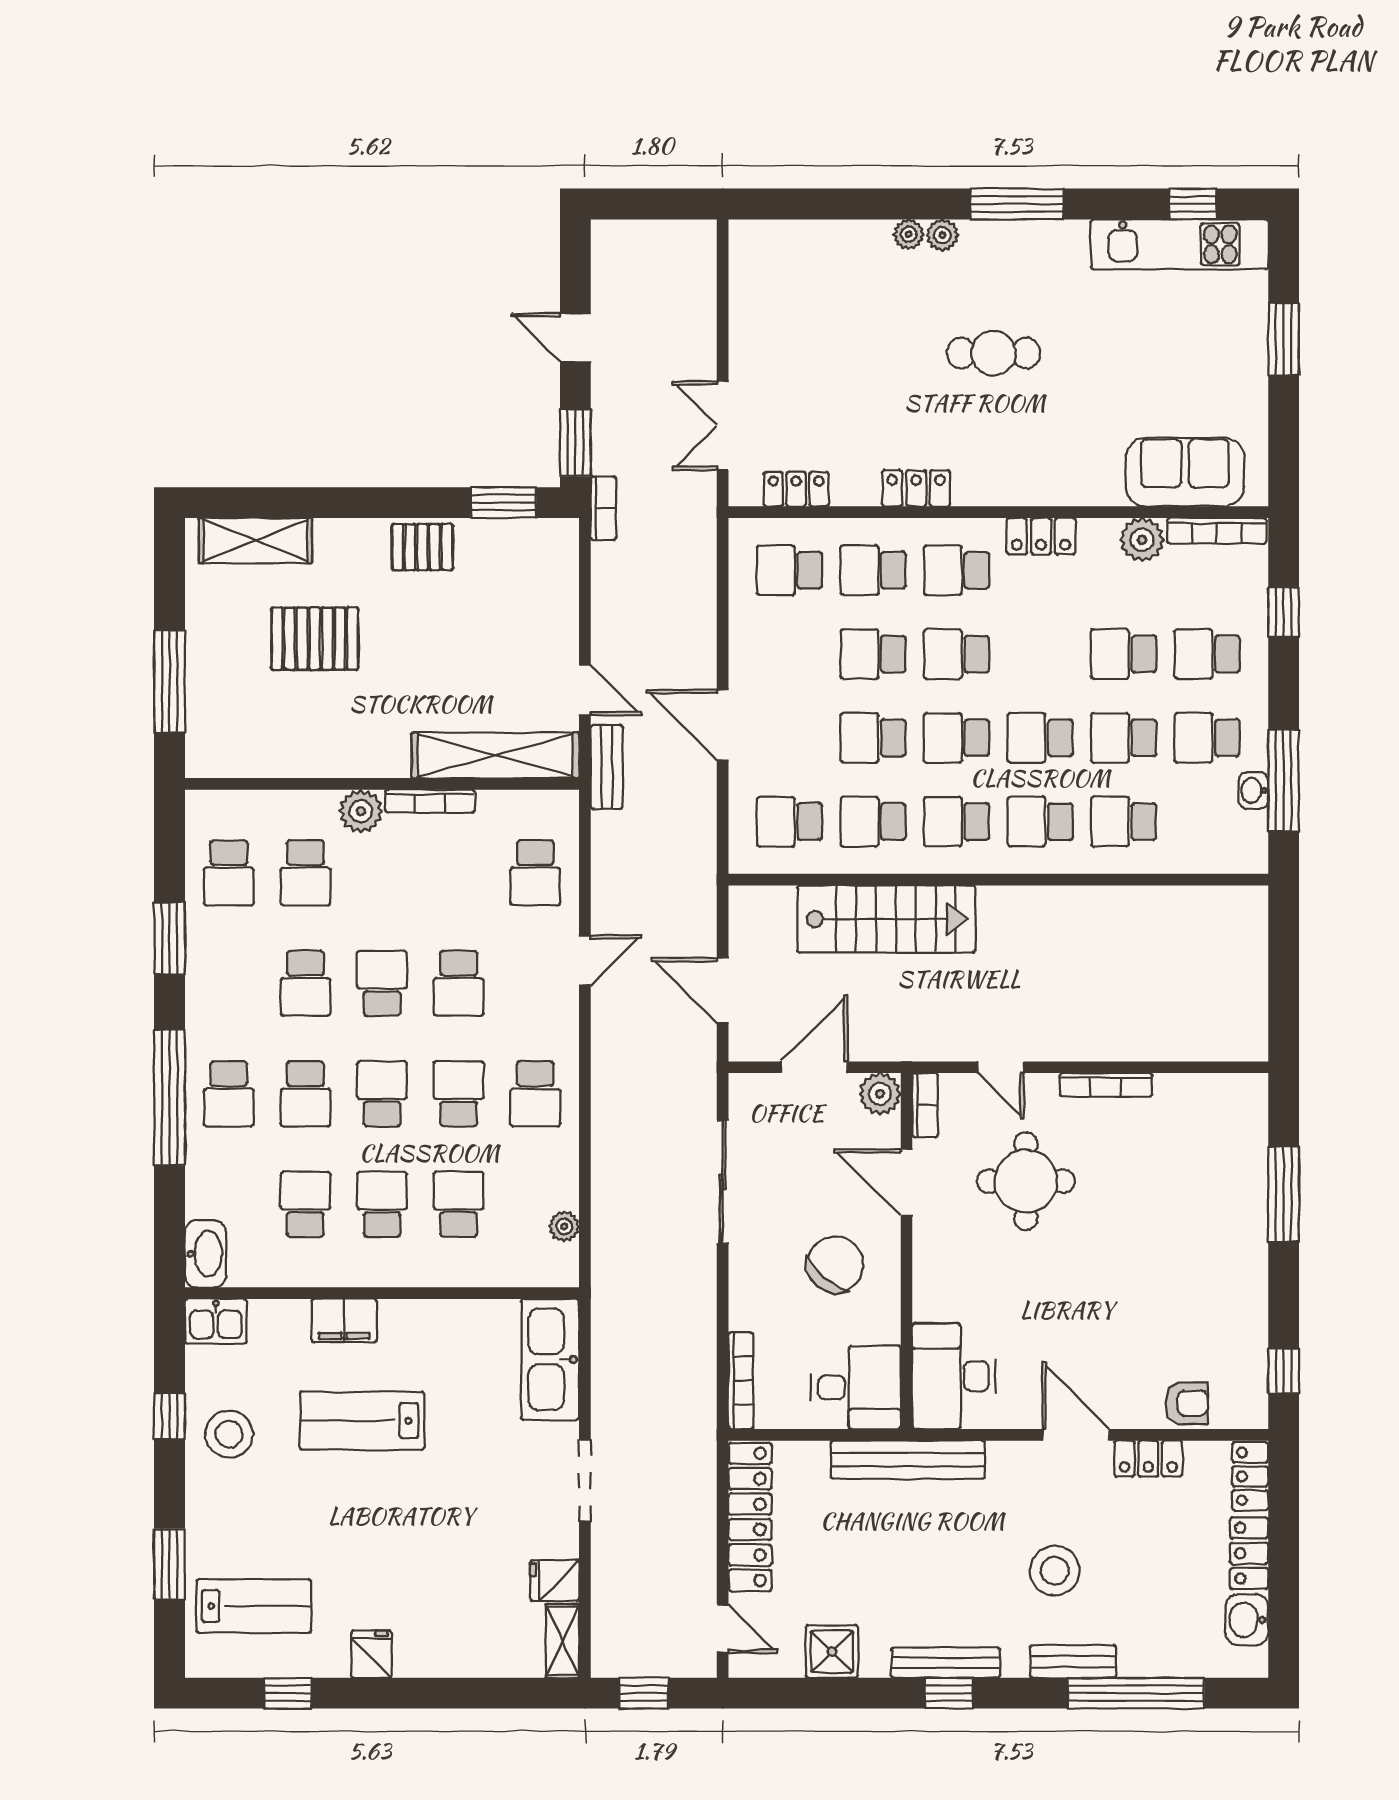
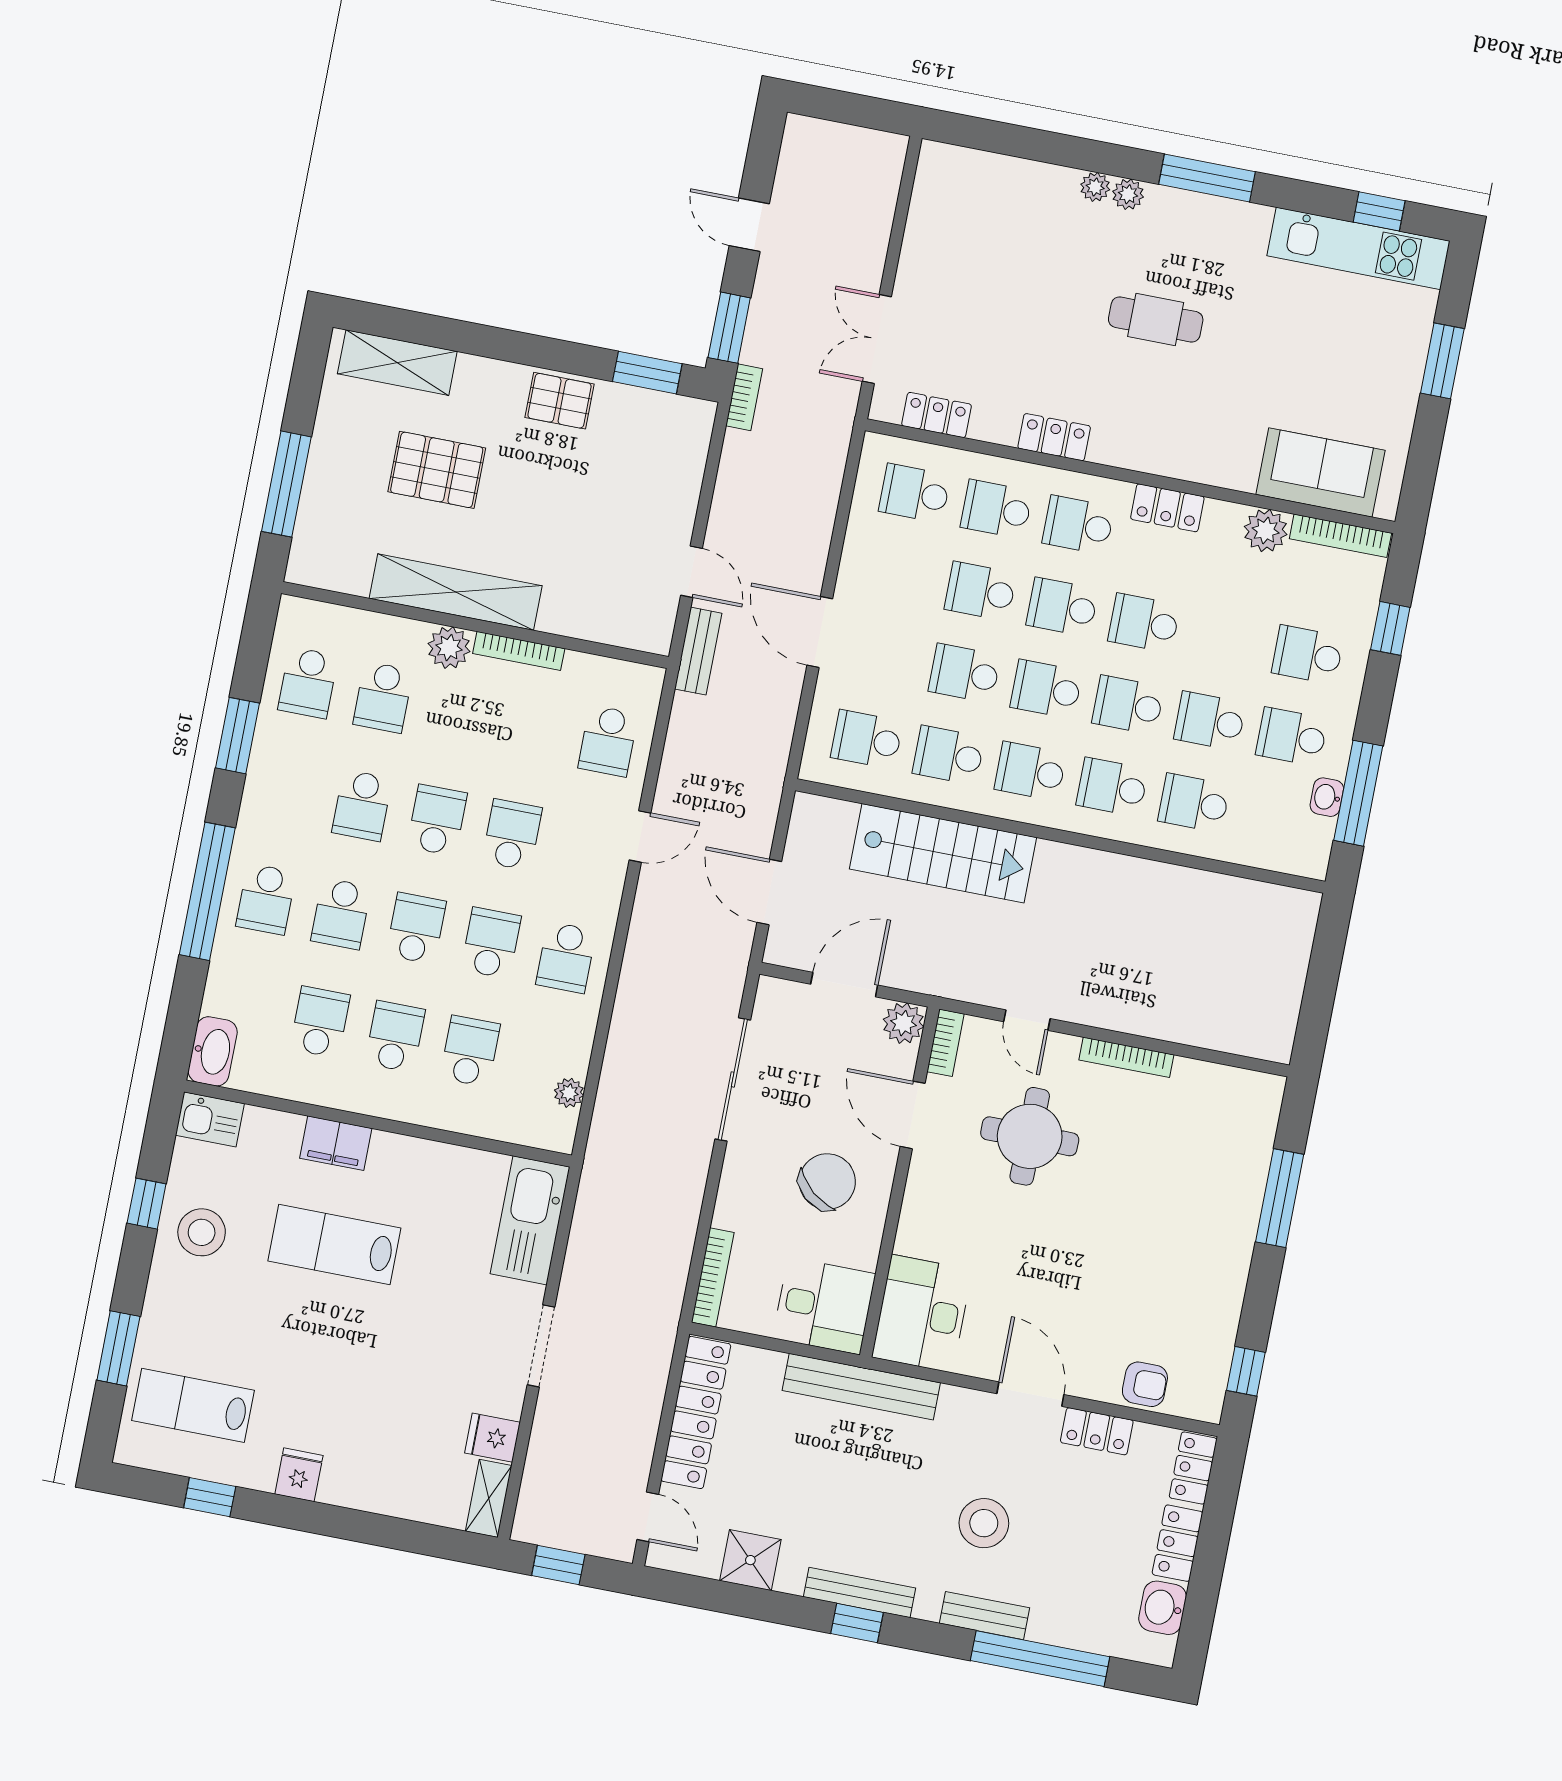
school desk: (1124, 654) -> (1144, 623), moved
shelving: (495, 755) -> (456, 592), moved
school desk: (459, 983) -> (512, 835), turned 180
lab bench: (254, 1606) -> (193, 1405), turned 180

